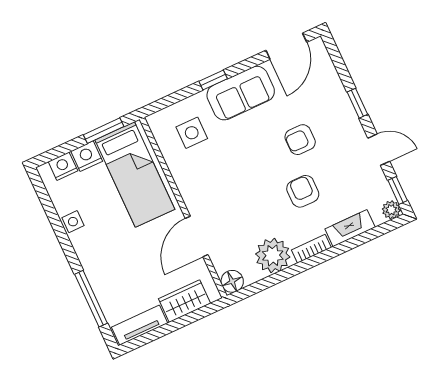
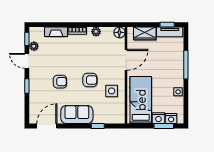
window: (213, 80) -> (98, 126), moved
window: (104, 131) -> (164, 126), moved
side table: (192, 133) -> (112, 91), moved
armchair: (303, 191) -> (90, 80), moved, turned -90
plant: (391, 210) -> (34, 46), moved
plant: (273, 255) -> (96, 32), width x0.53, depth x0.53
window: (91, 299) -> (186, 65), moved
window: (150, 336) -> (167, 25), added

